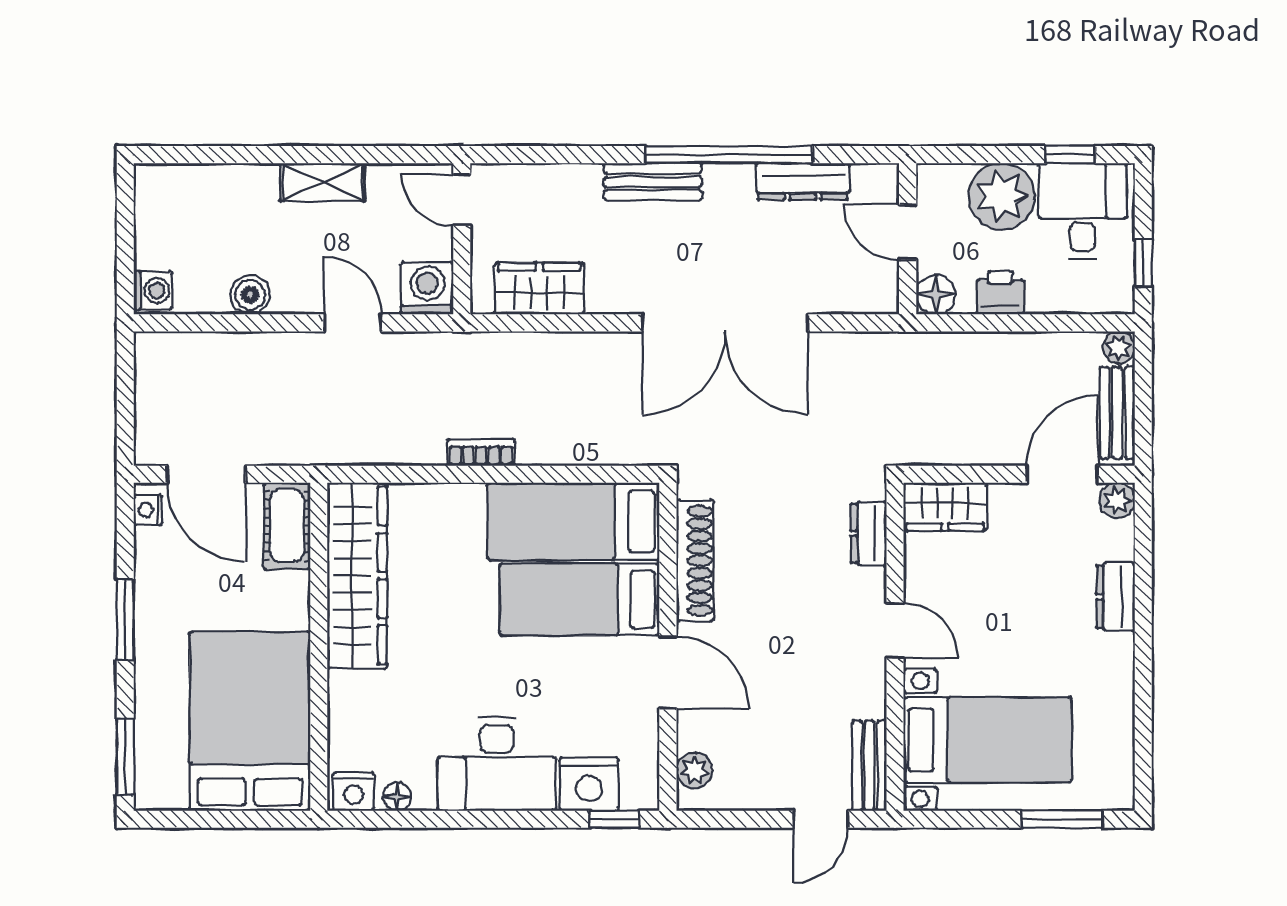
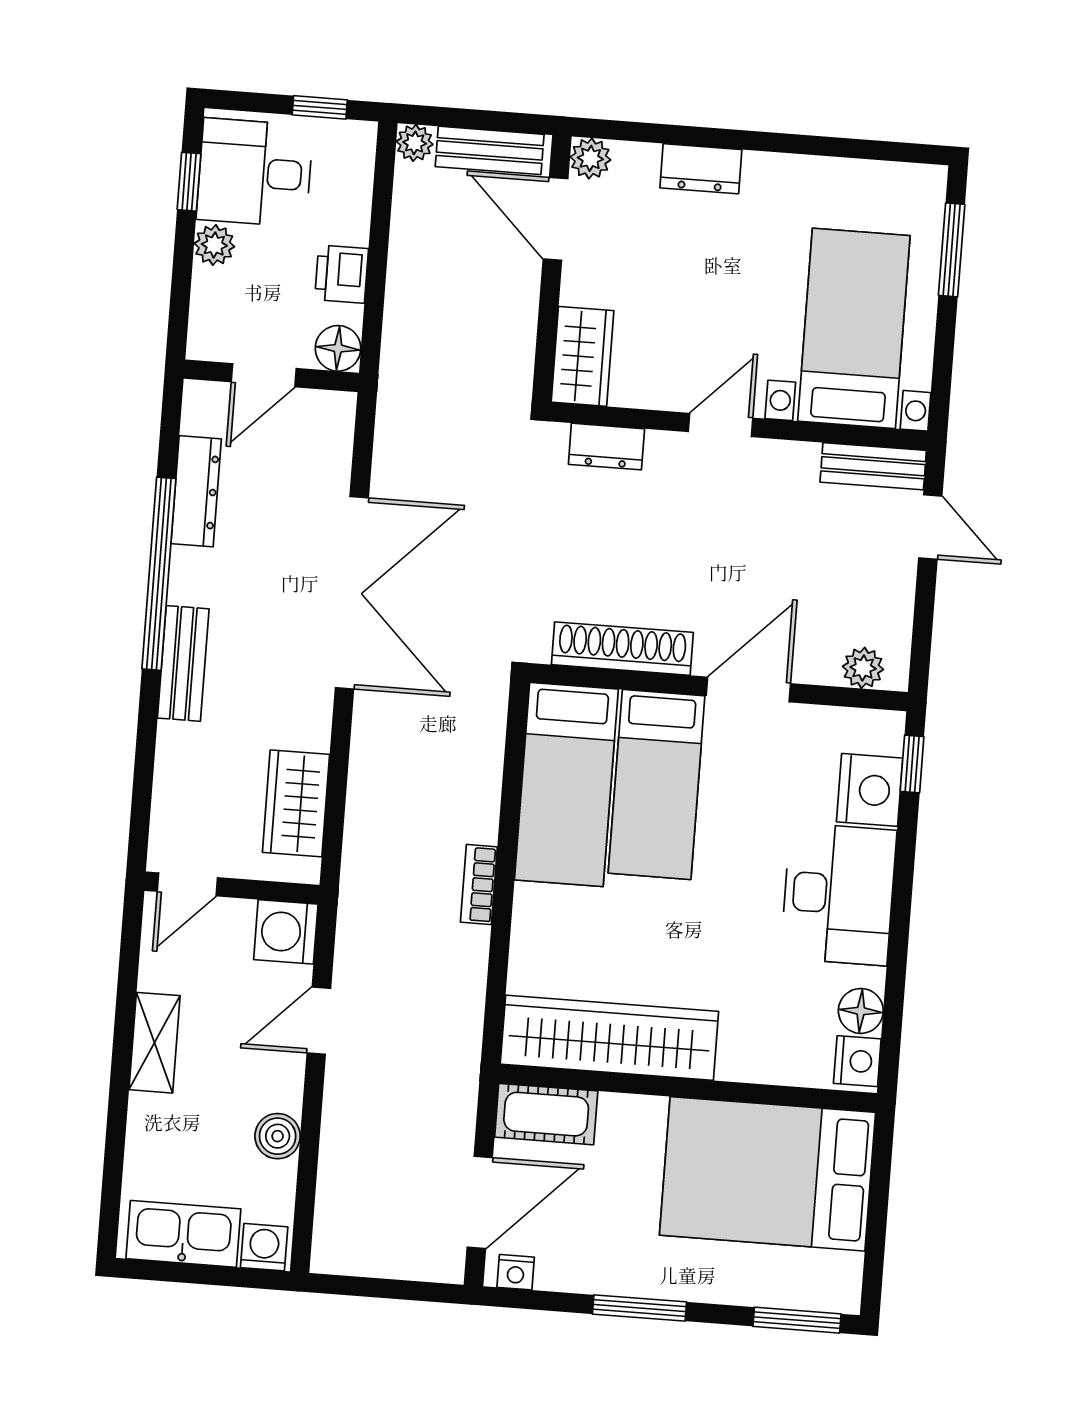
plant: (1002, 196) -> (214, 245), width x0.53, depth x0.53
kitchen sink: (159, 220) -> (183, 1234), added
floor lamp: (397, 797) -> (861, 1011), width x1.37, depth x1.37

